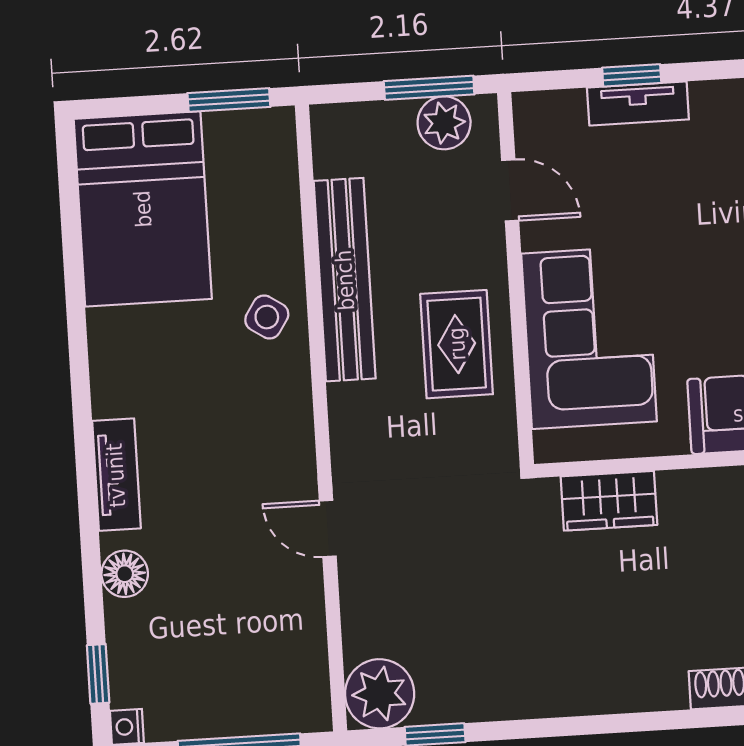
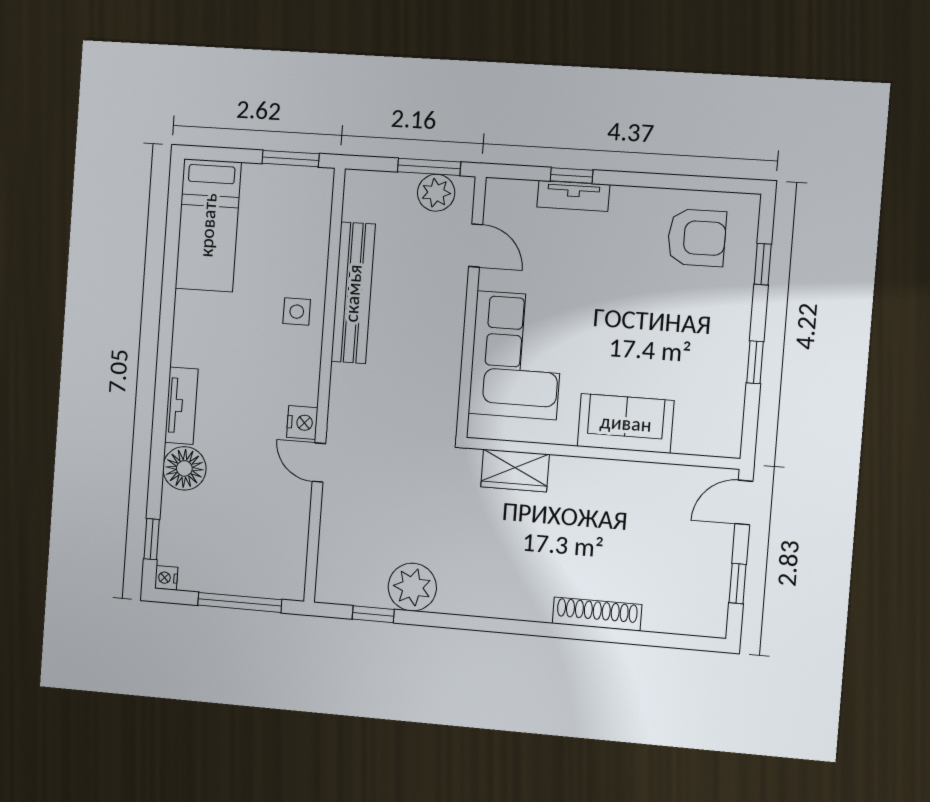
bed: (143, 209) -> (208, 225), width x0.67
side table: (267, 317) -> (297, 312), turned -33
rug: (457, 344) -> (424, 348), removed
nightstand: (296, 475) -> (302, 423), added
floor lamp: (125, 574) -> (184, 468), width x1.38, depth x1.38
plant: (380, 694) -> (412, 587), moved

